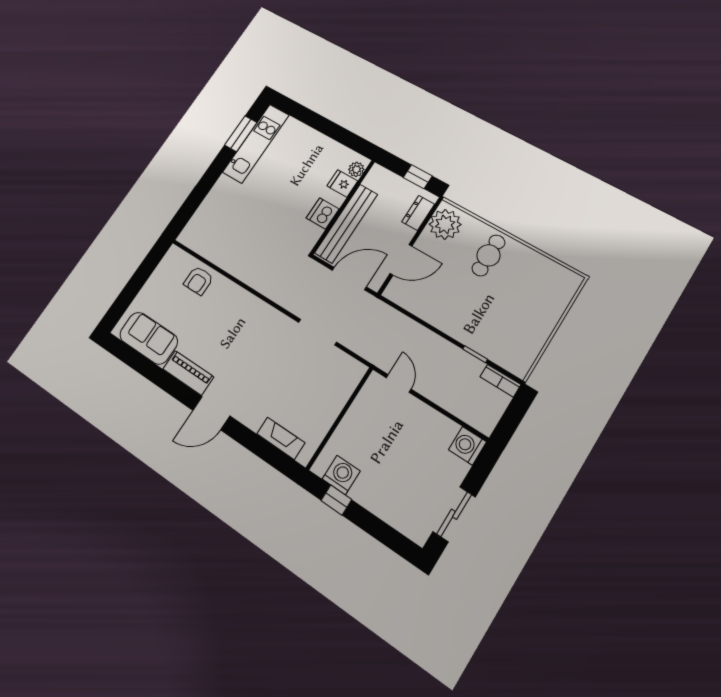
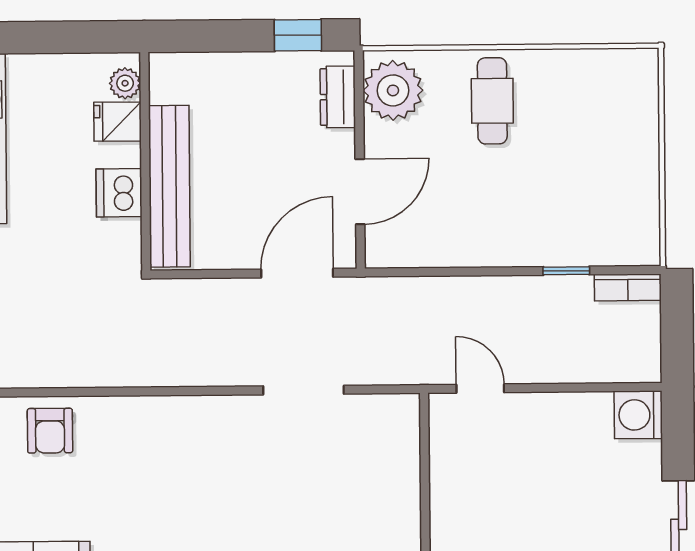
plant: (356, 169) -> (125, 83), moved
fridge: (342, 183) -> (118, 122), moved
wall: (343, 207) -> (145, 161), moved
dishwasher: (323, 214) -> (119, 193), moved
bench: (346, 224) -> (169, 186), moved

